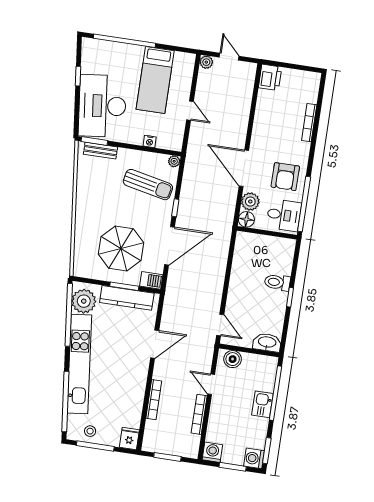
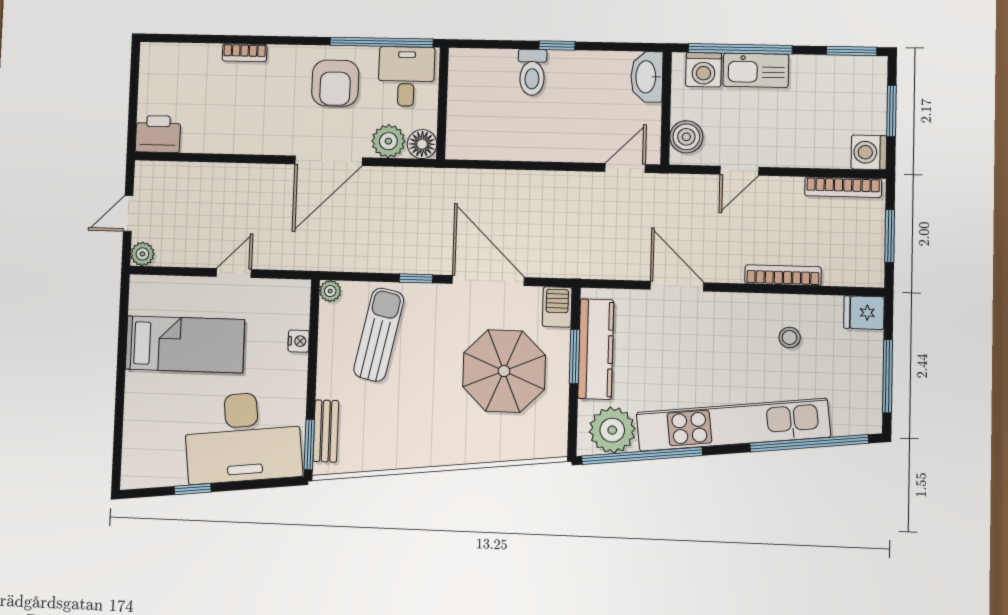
window: (124, 41) -> (119, 410), removed
bookcase: (309, 123) -> (245, 53), width x0.64
armchair: (285, 177) -> (335, 83), turned 90
kitchen sink: (262, 404) -> (756, 70), width x1.38
bookcase: (199, 414) -> (843, 187), moved
stool: (90, 431) -> (790, 337), moved
washing machine: (254, 458) -> (704, 70), moved

